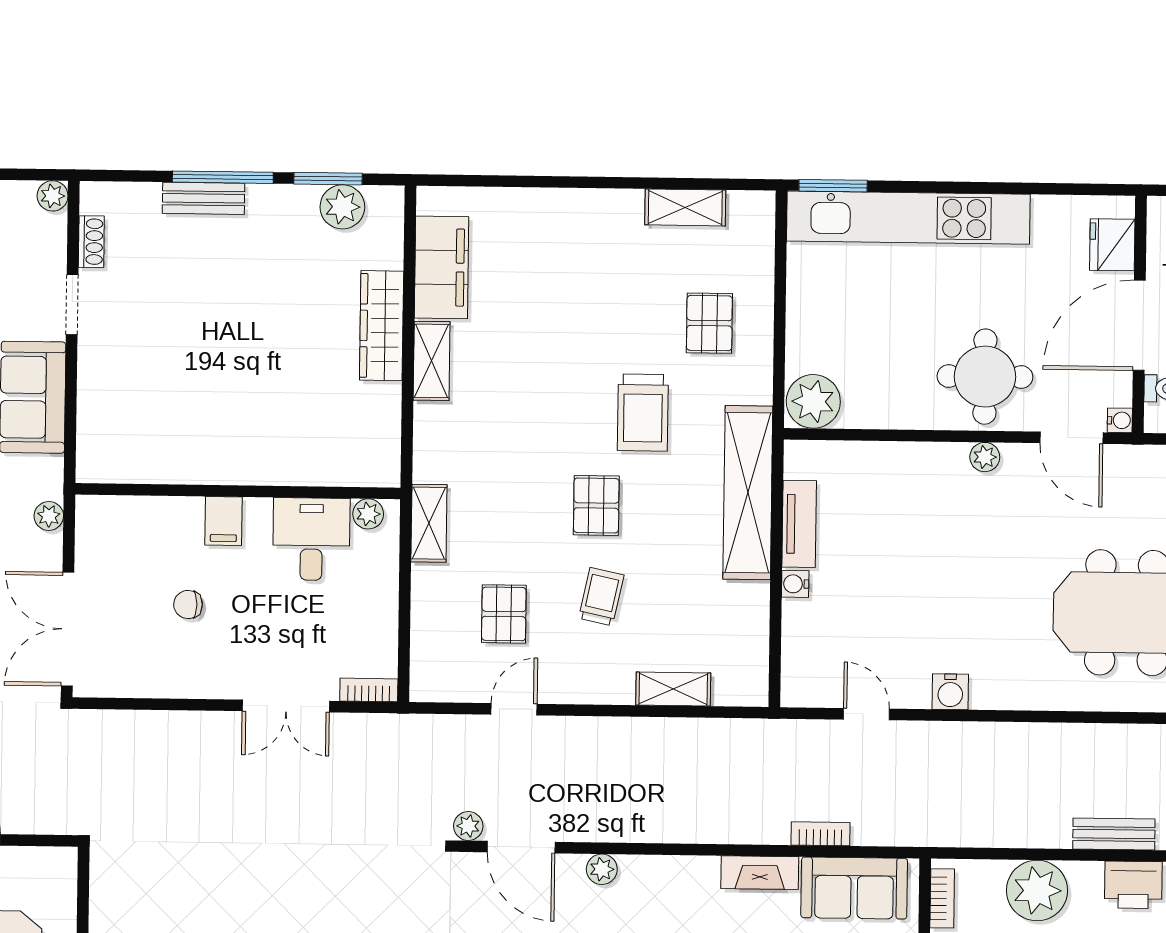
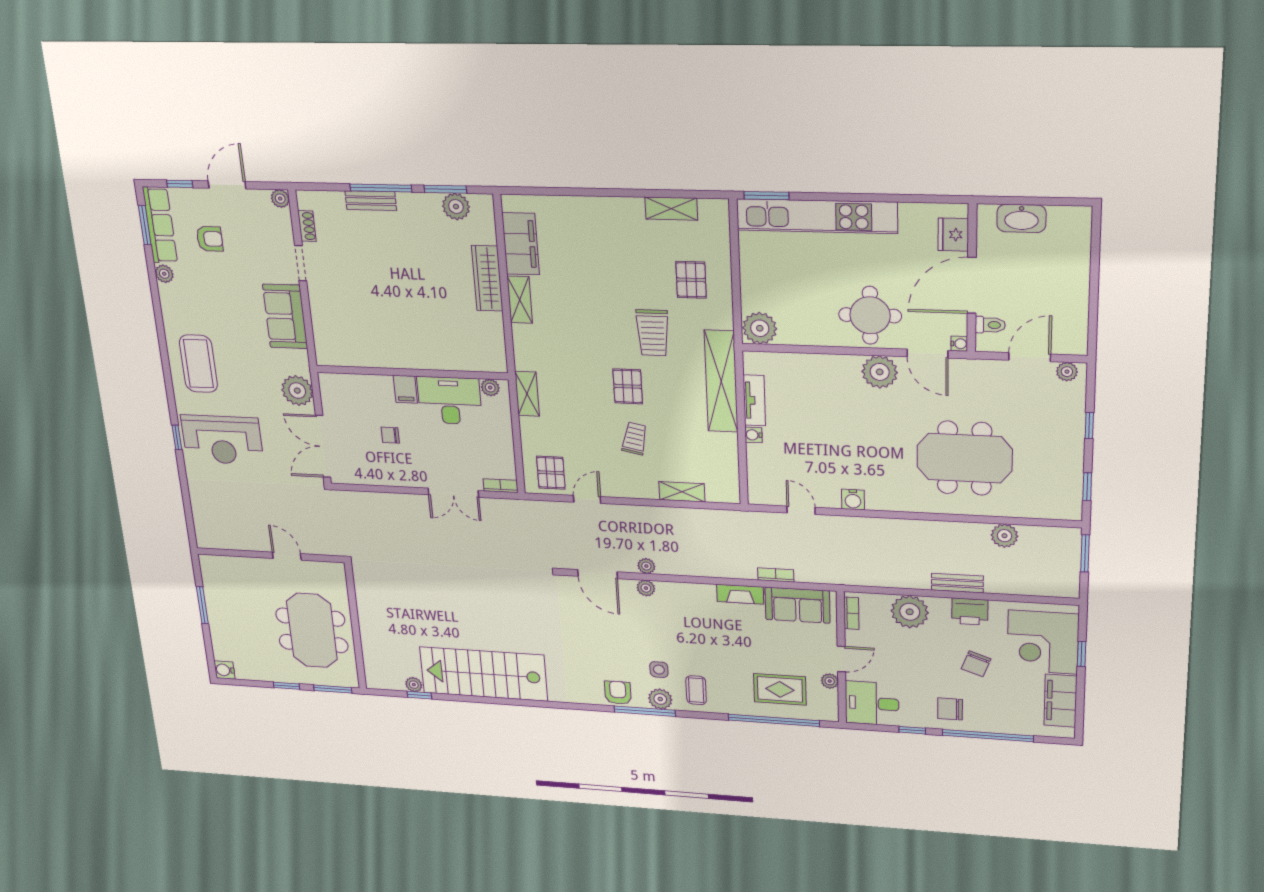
plant: (985, 457) -> (880, 372), width x1.88, depth x1.88
plant: (49, 516) -> (297, 391), width x1.87, depth x1.87
desk: (311, 539) -> (450, 401), width x1.37
pallet: (504, 614) -> (551, 473), moved
plant: (468, 826) -> (646, 566), moved

